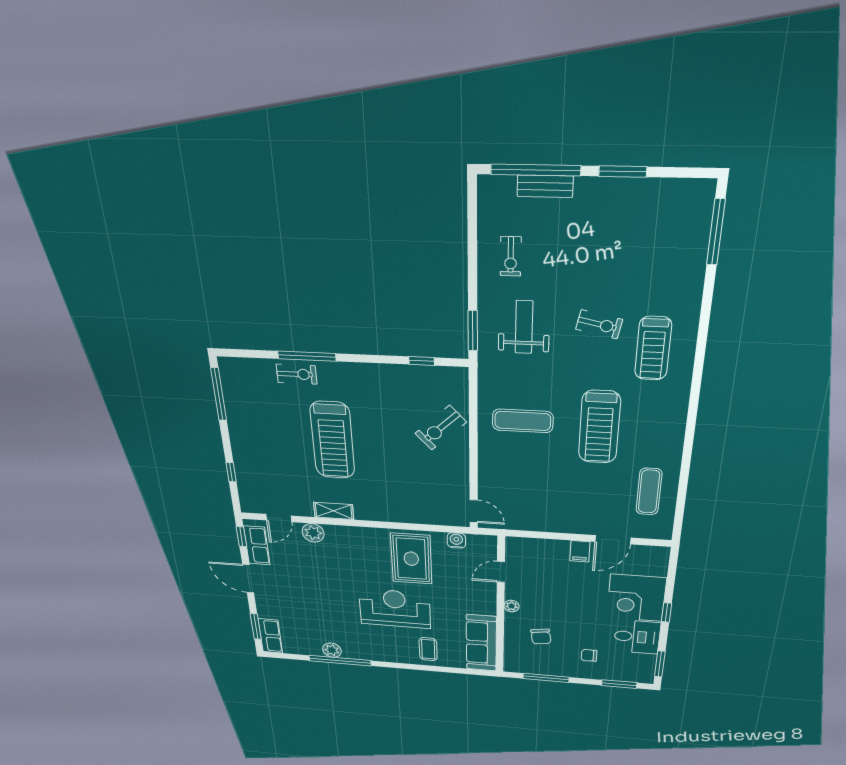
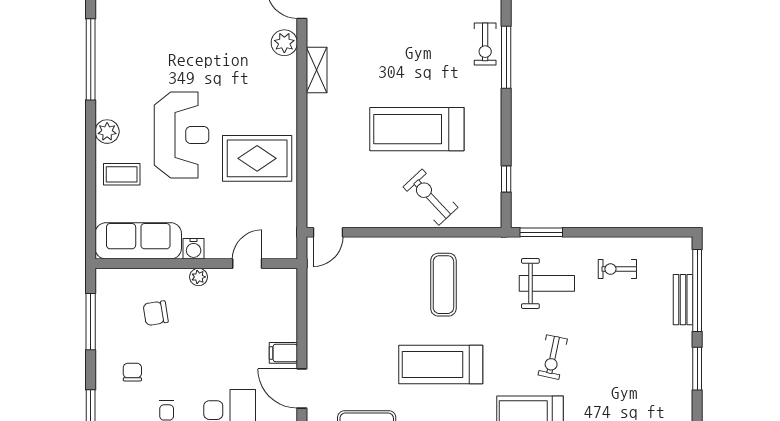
treadmill: (332, 440) -> (417, 129), moved
water cooler: (456, 540) -> (194, 249), moved, turned 90
door: (501, 572) -> (247, 264), hinge flipped
plant: (332, 650) -> (107, 132), moved

